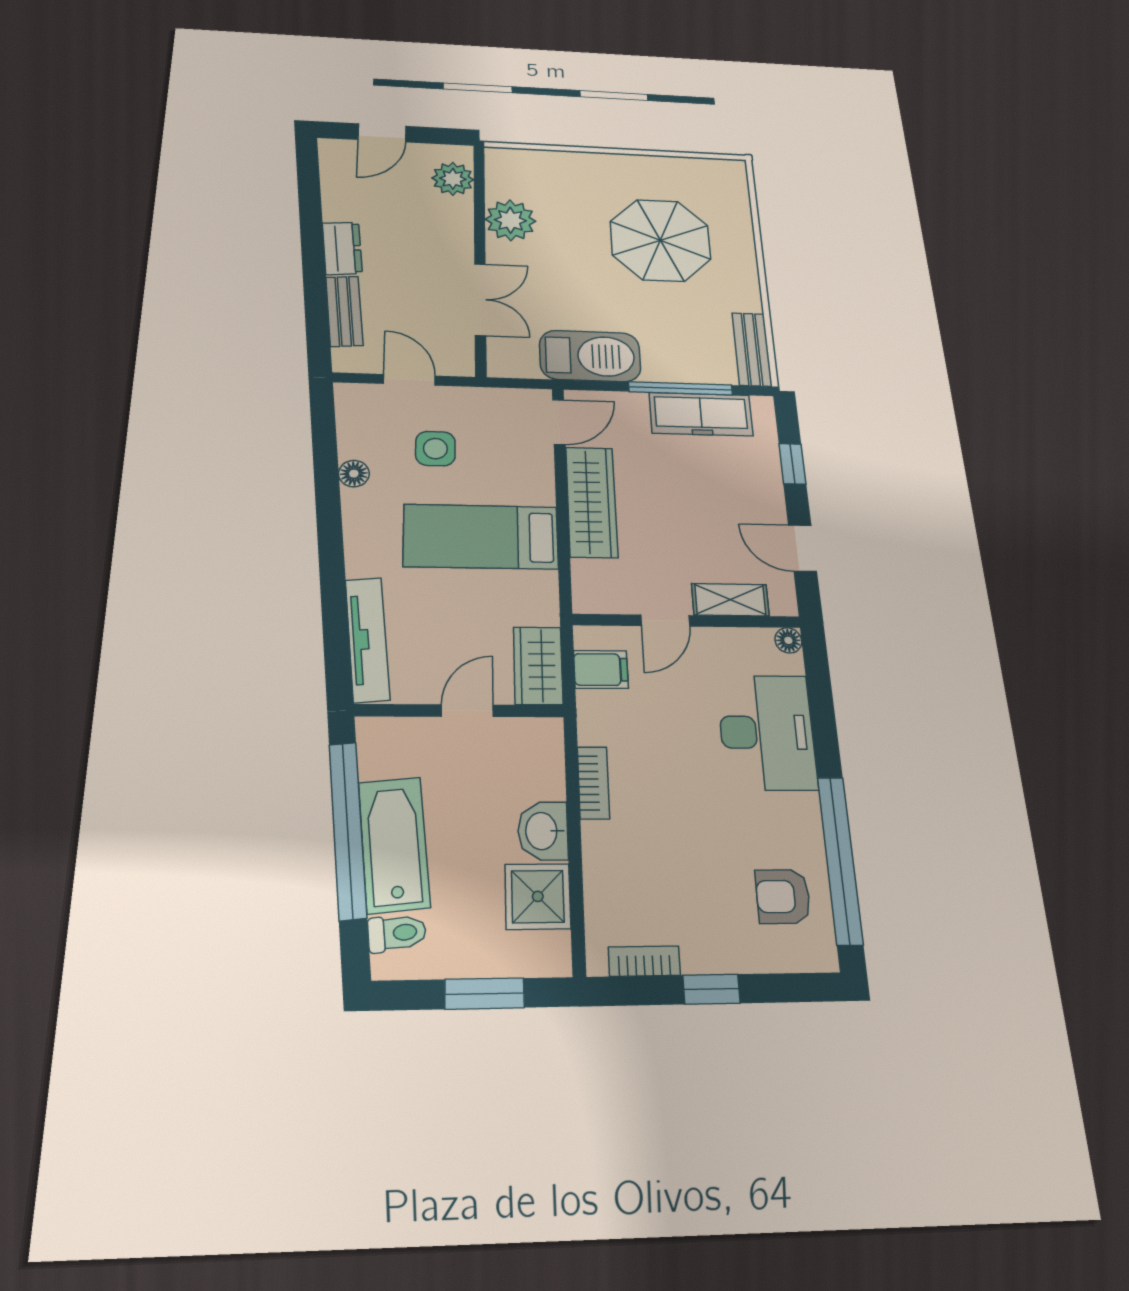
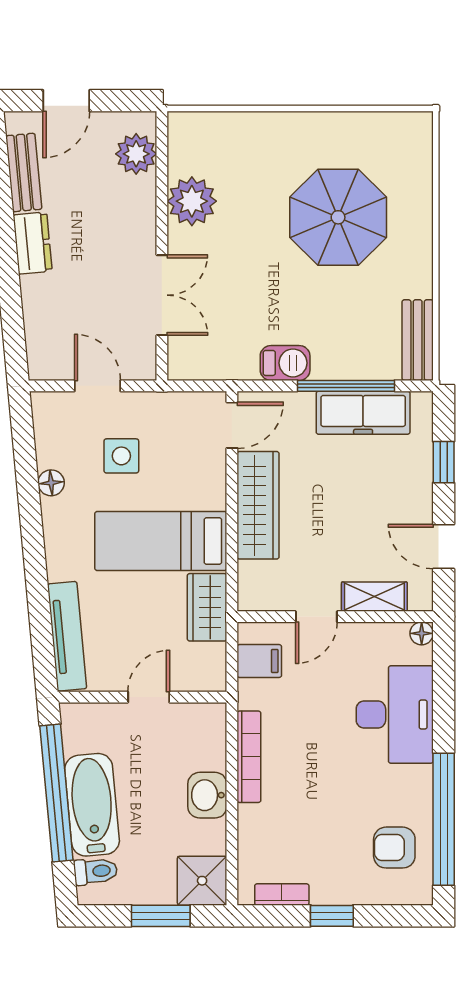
bench: (344, 311) -> (24, 172), moved
barbecue: (590, 356) -> (285, 363), width x0.53, depth x0.65
wardrobe: (538, 666) -> (207, 607), moved
bookcase: (593, 783) -> (249, 757), width x1.56
shower: (538, 896) -> (202, 881), moved

